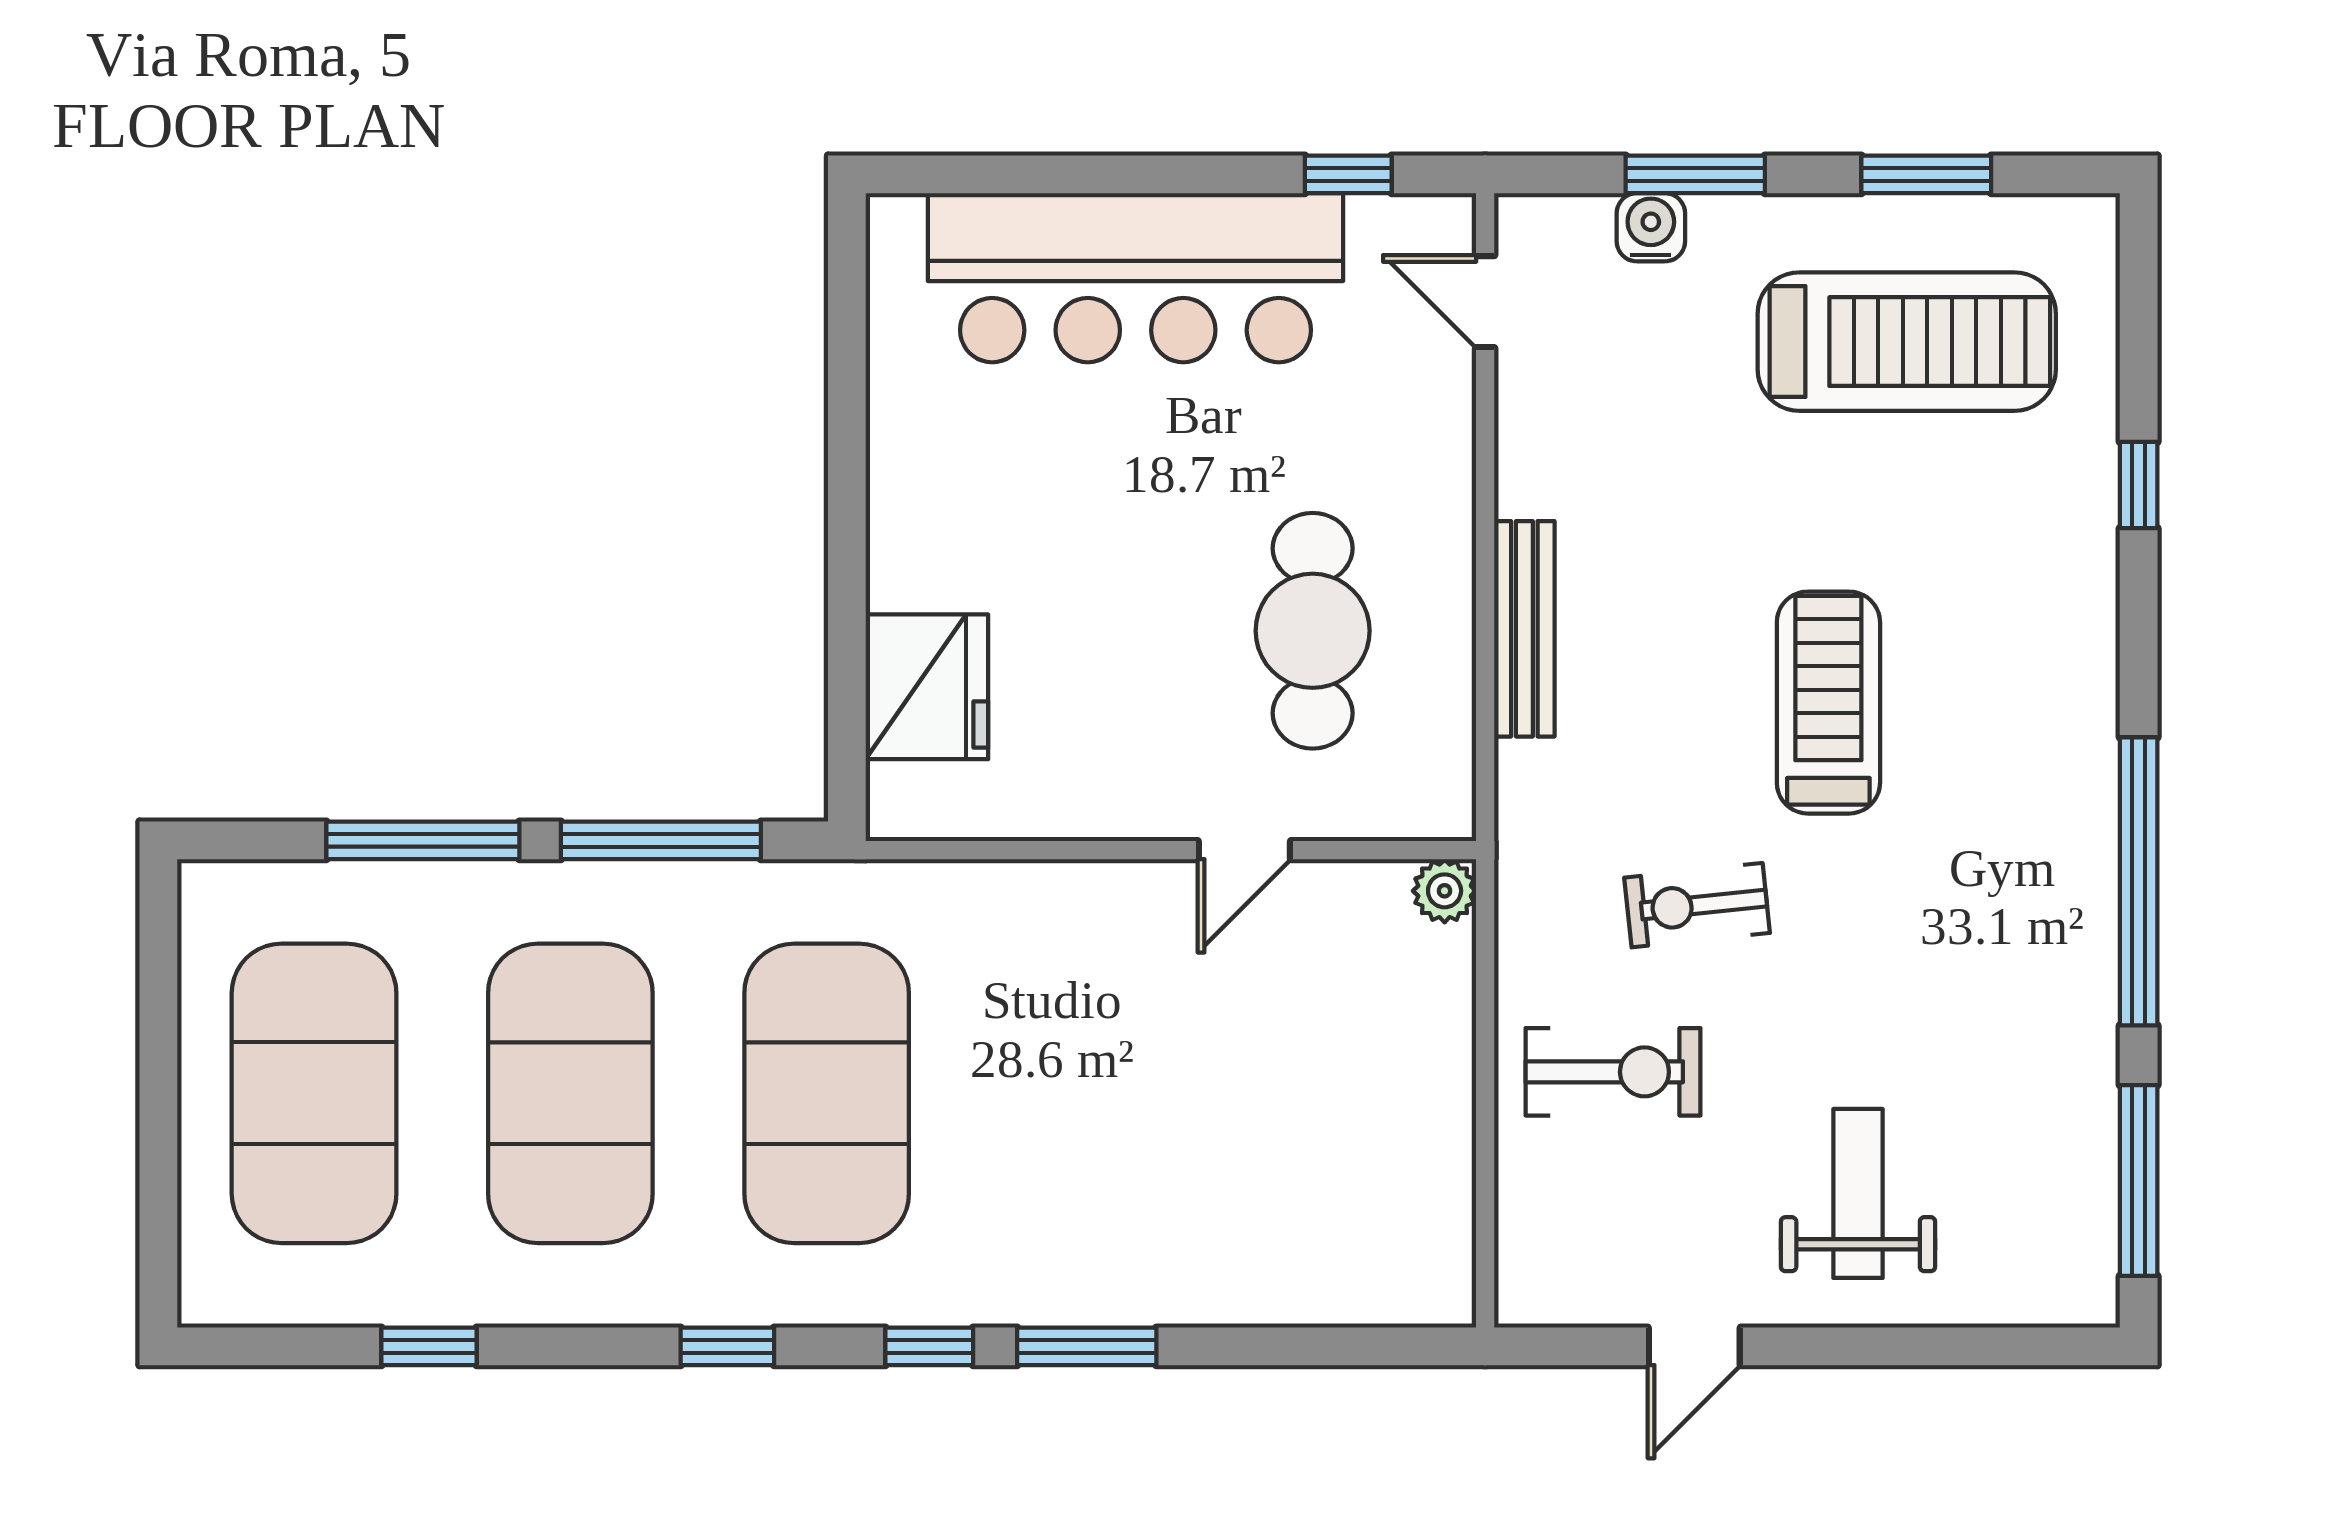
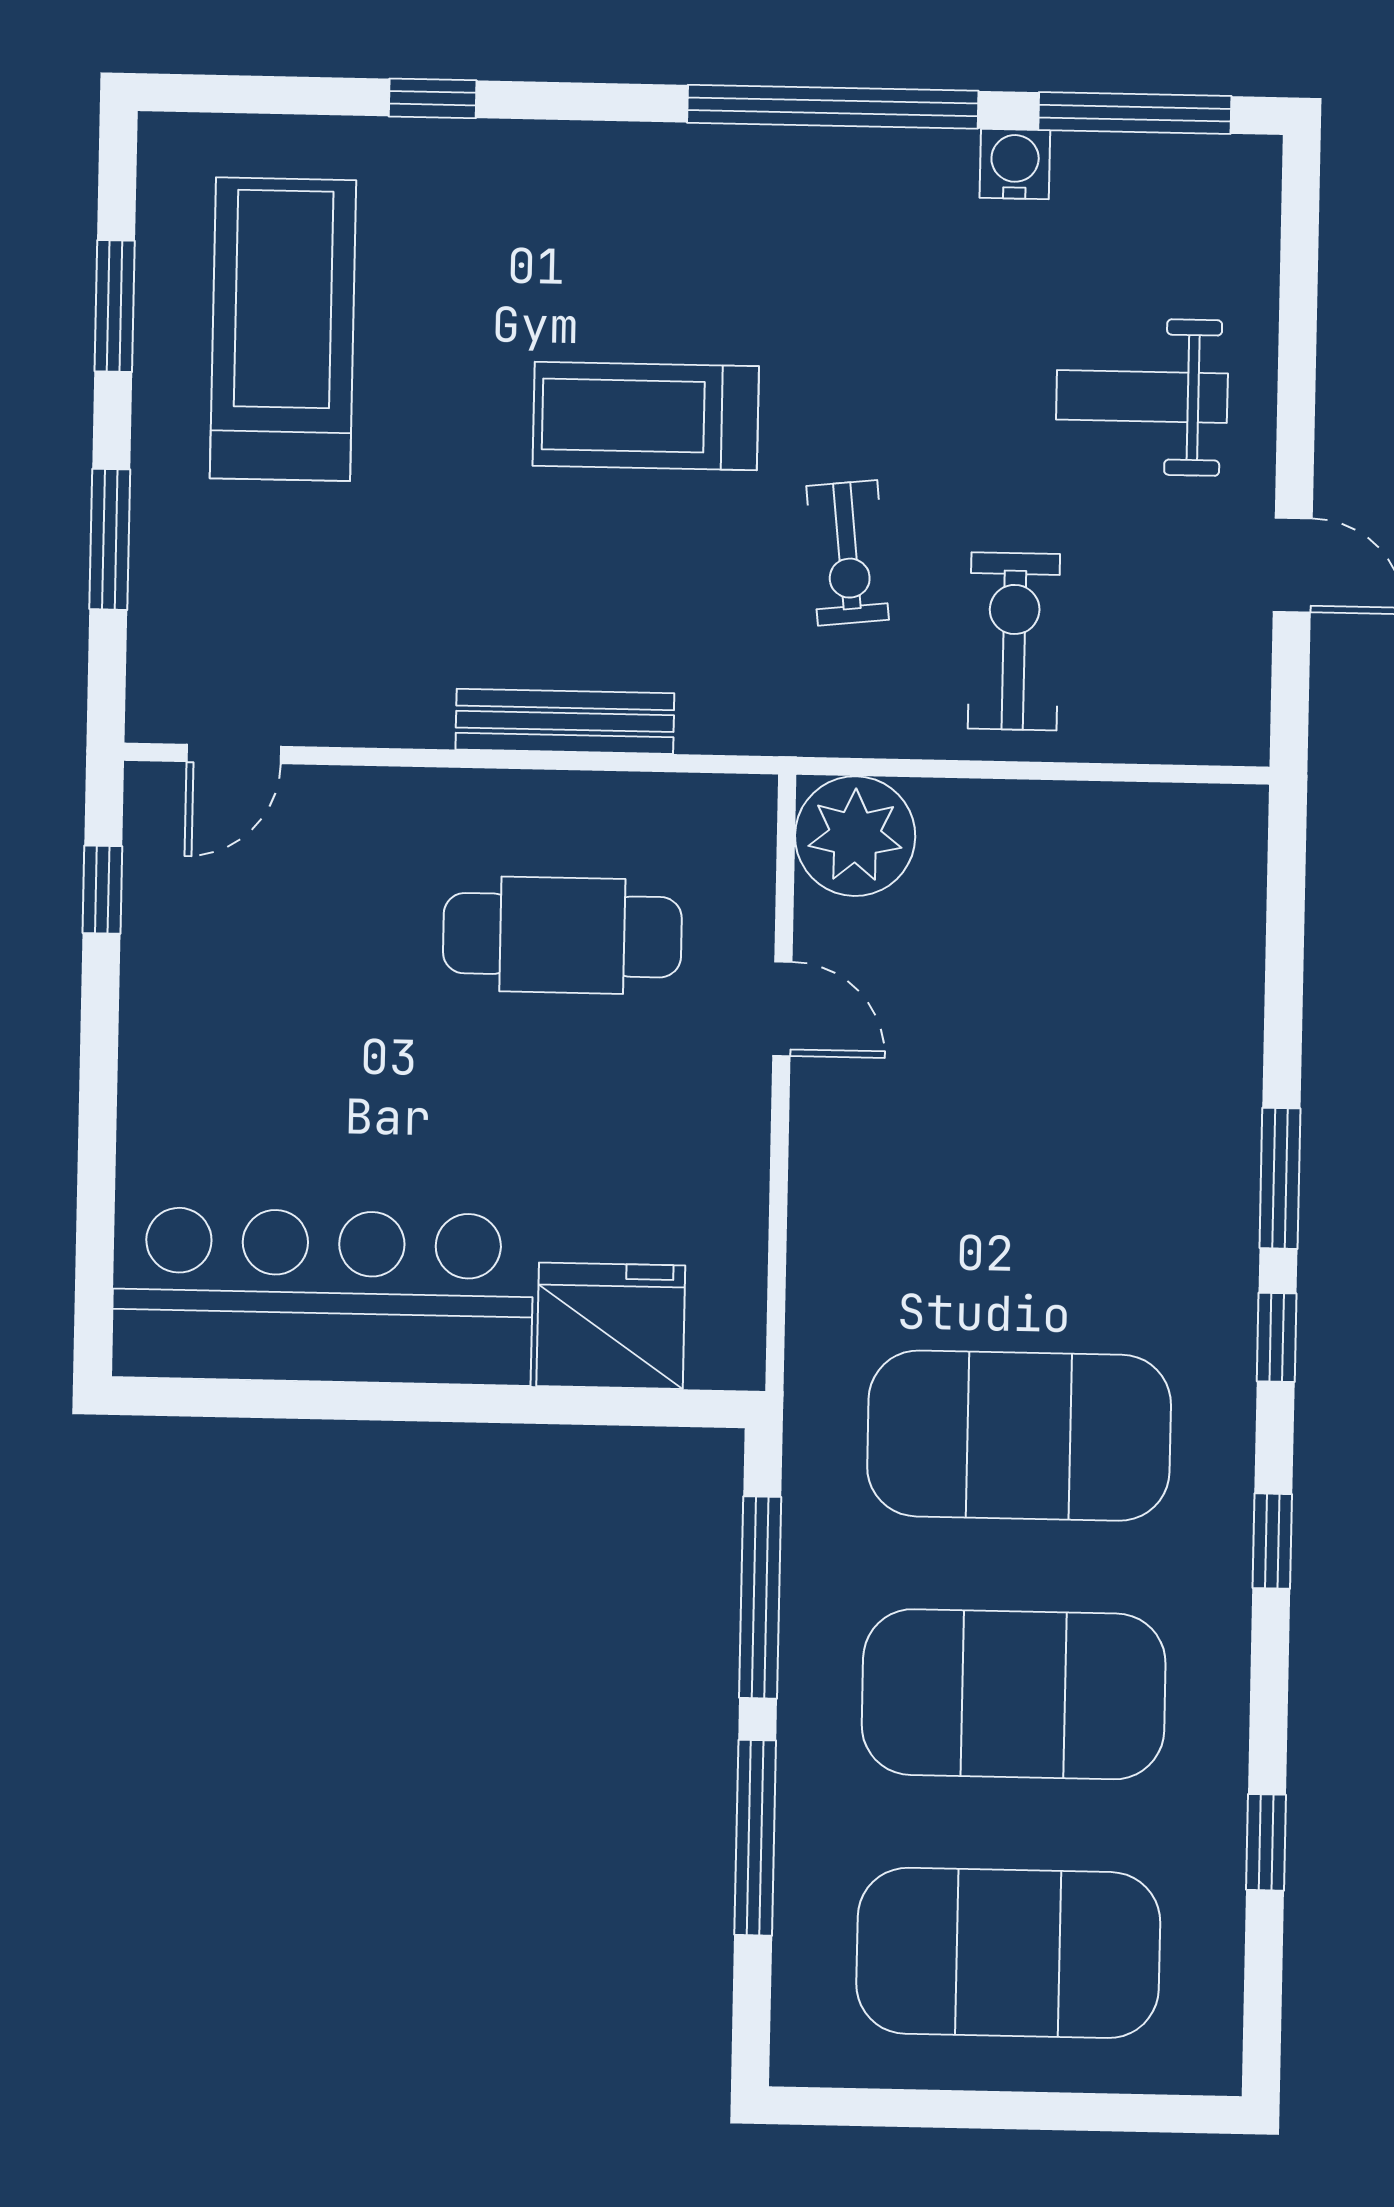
water cooler: (1651, 227) -> (1015, 164), moved, turned 90
bar counter: (1136, 278) -> (323, 1296), moved, turned -90
plant: (1445, 891) -> (855, 836), width x1.88, depth x1.88

